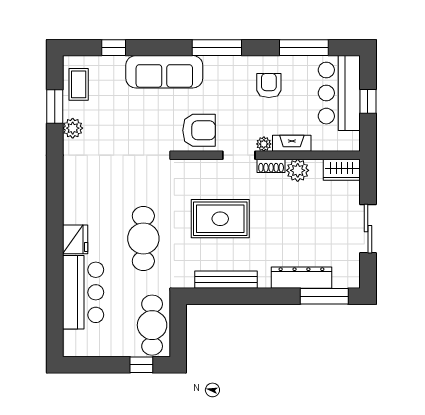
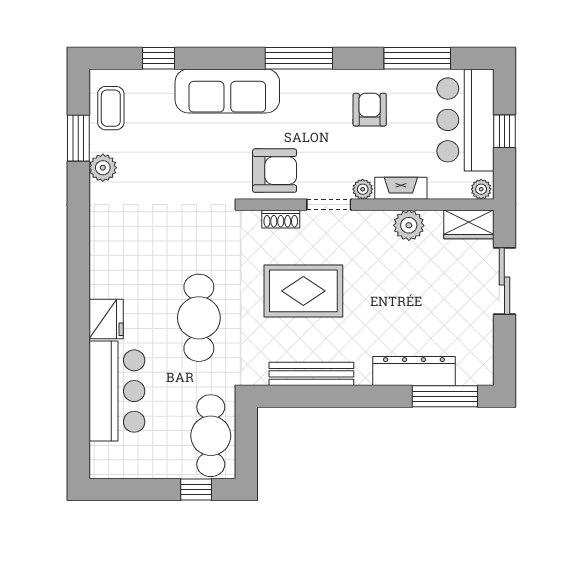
plant: (351, 144) -> (481, 189), added
shoe rack: (271, 166) -> (281, 219), moved
sliding door: (368, 229) -> (504, 281), moved

